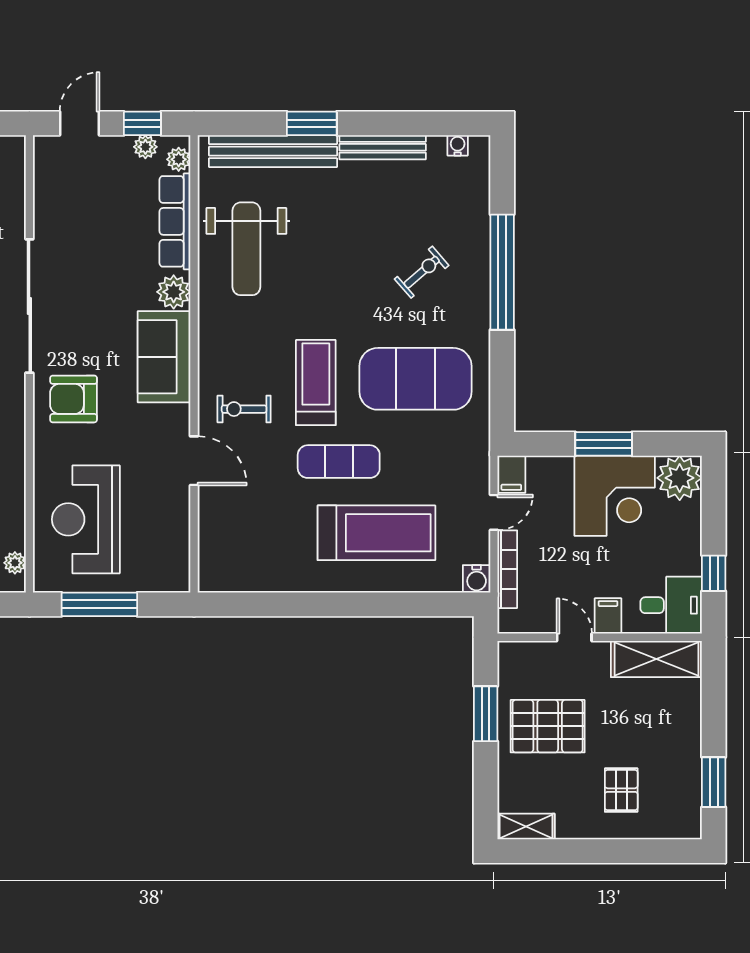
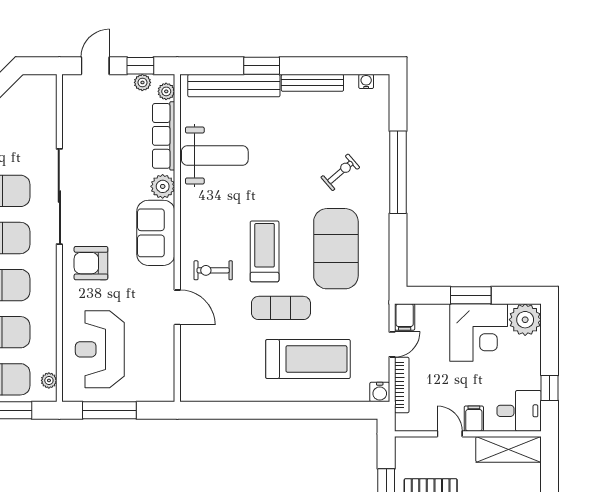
weight bench: (246, 249) -> (215, 156), turned -90
exercise mat: (415, 379) -> (336, 249), turned 90

